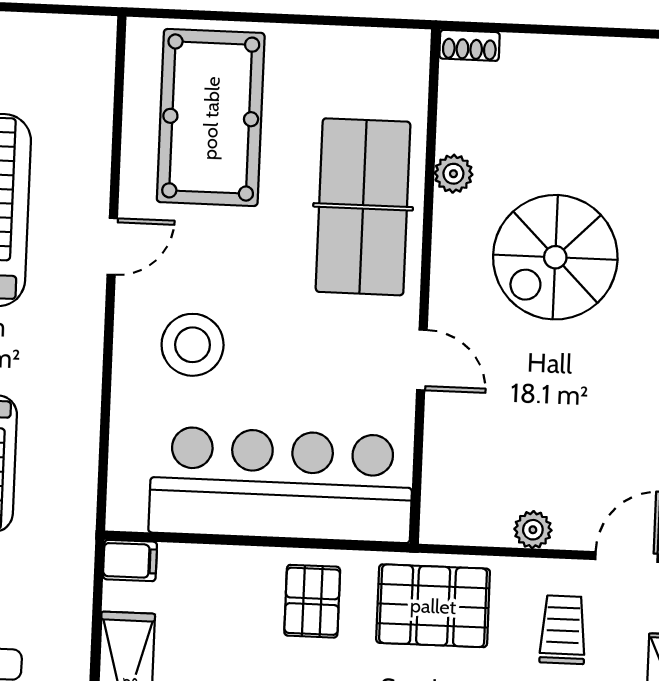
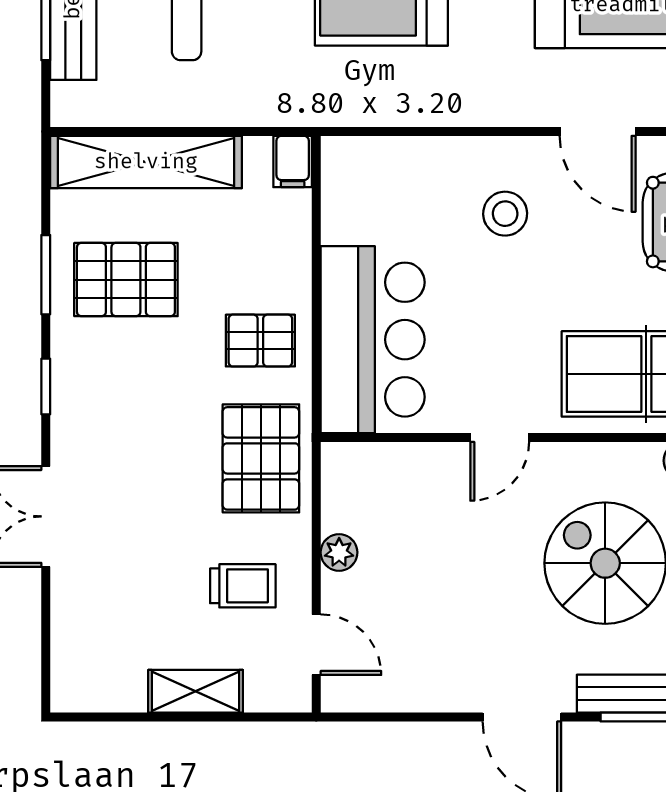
door: (112, 246) -> (598, 131), width x1.38
stool: (193, 345) -> (505, 214), width x0.73, depth x0.73
bar counter: (281, 485) -> (373, 340), width x0.73

